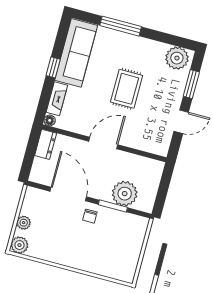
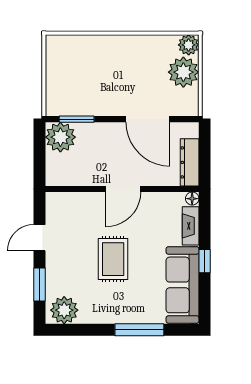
dresser: (46, 144) -> (190, 162), width x1.44
plant: (125, 194) -> (60, 137), moved
window: (113, 206) -> (77, 119), moved
chair: (90, 216) -> (116, 100), removed
plant: (24, 223) -> (183, 72), width x1.88, depth x1.88

